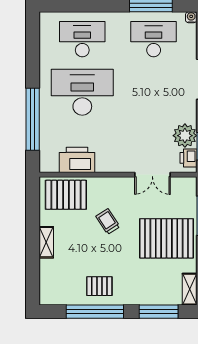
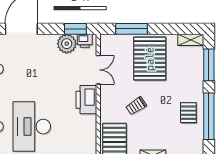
printer: (77, 160) -> (86, 100), moved

